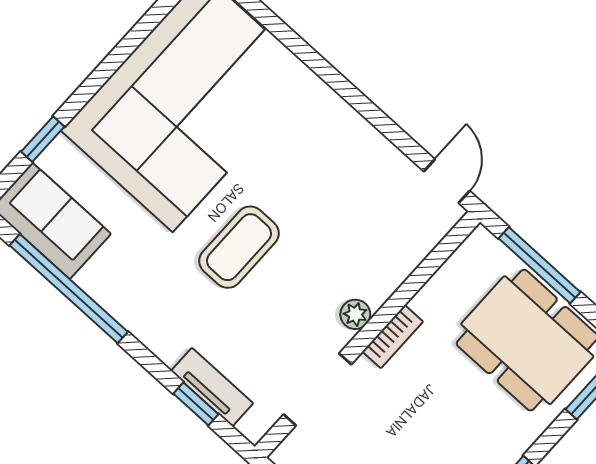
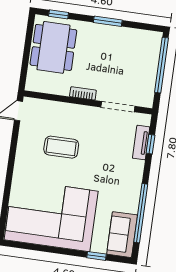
coffee table: (239, 247) -> (61, 147), moved
window: (539, 265) -> (25, 60), removed
plant: (355, 314) -> (84, 111), removed

